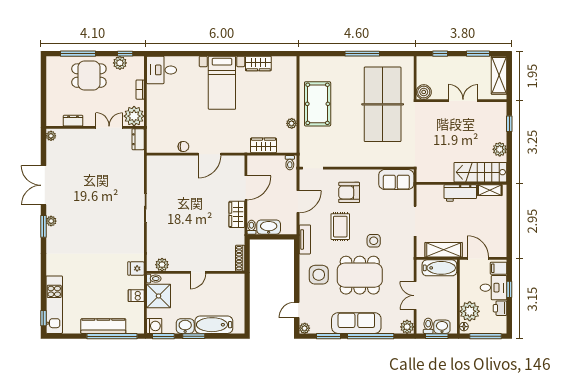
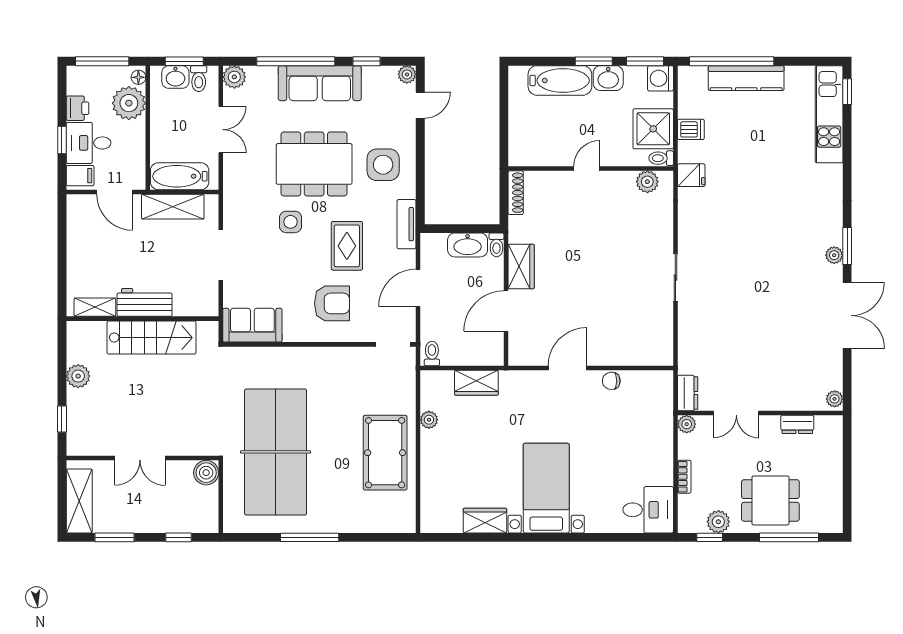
plant: (134, 116) -> (687, 424), width x0.53, depth x0.53
stairs: (480, 172) -> (151, 338), moved
window: (329, 336) -> (367, 61), width x0.67

